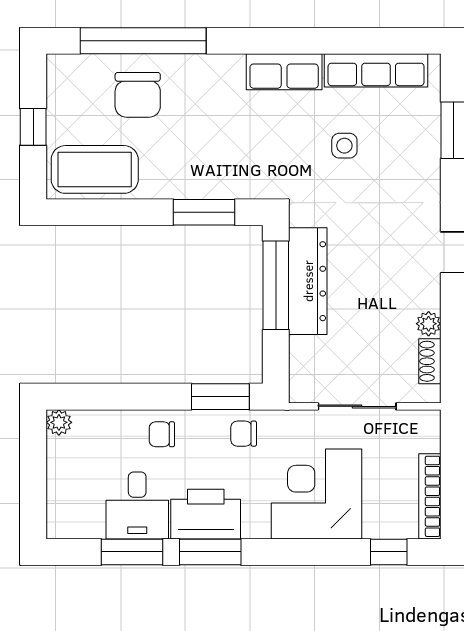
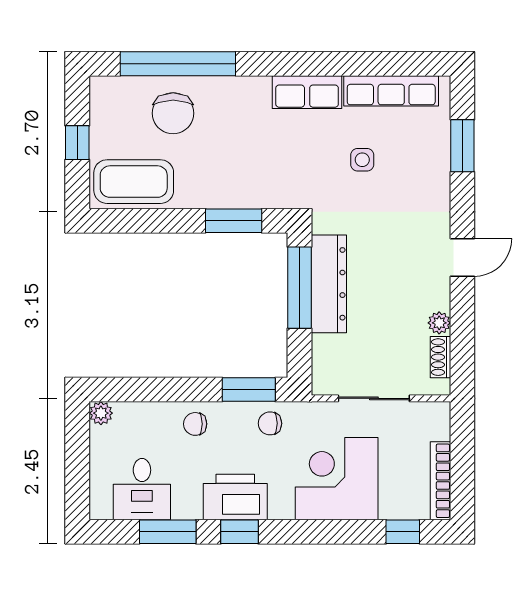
desk: (137, 505) -> (142, 489), moved
window: (210, 552) -> (239, 532), width x0.67

